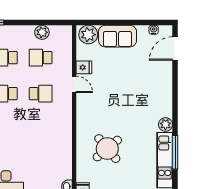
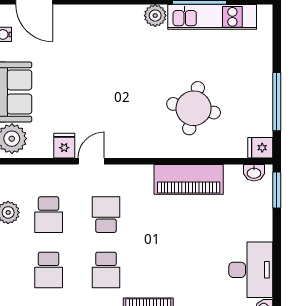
piano: (63, 145) -> (189, 179), added
round table: (107, 149) -> (194, 108), turned -38

